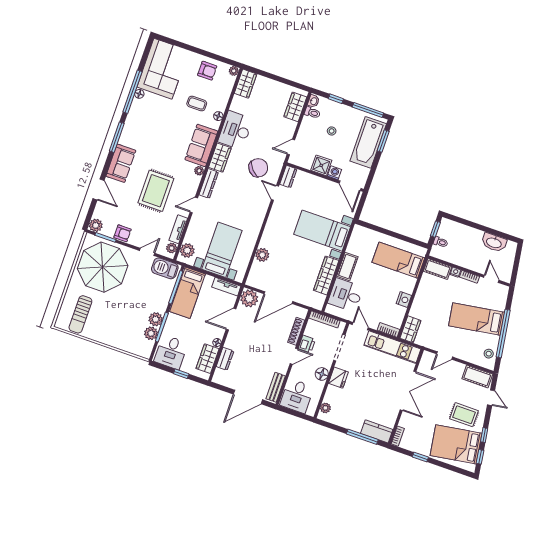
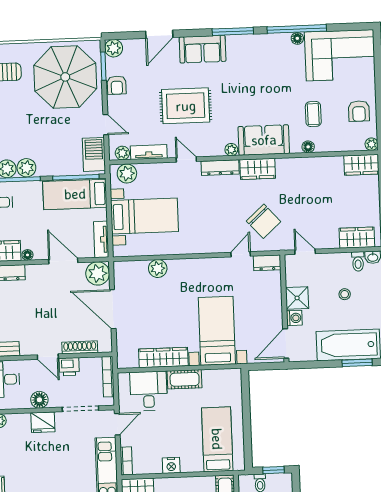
desk: (235, 130) -> (299, 175), removed

